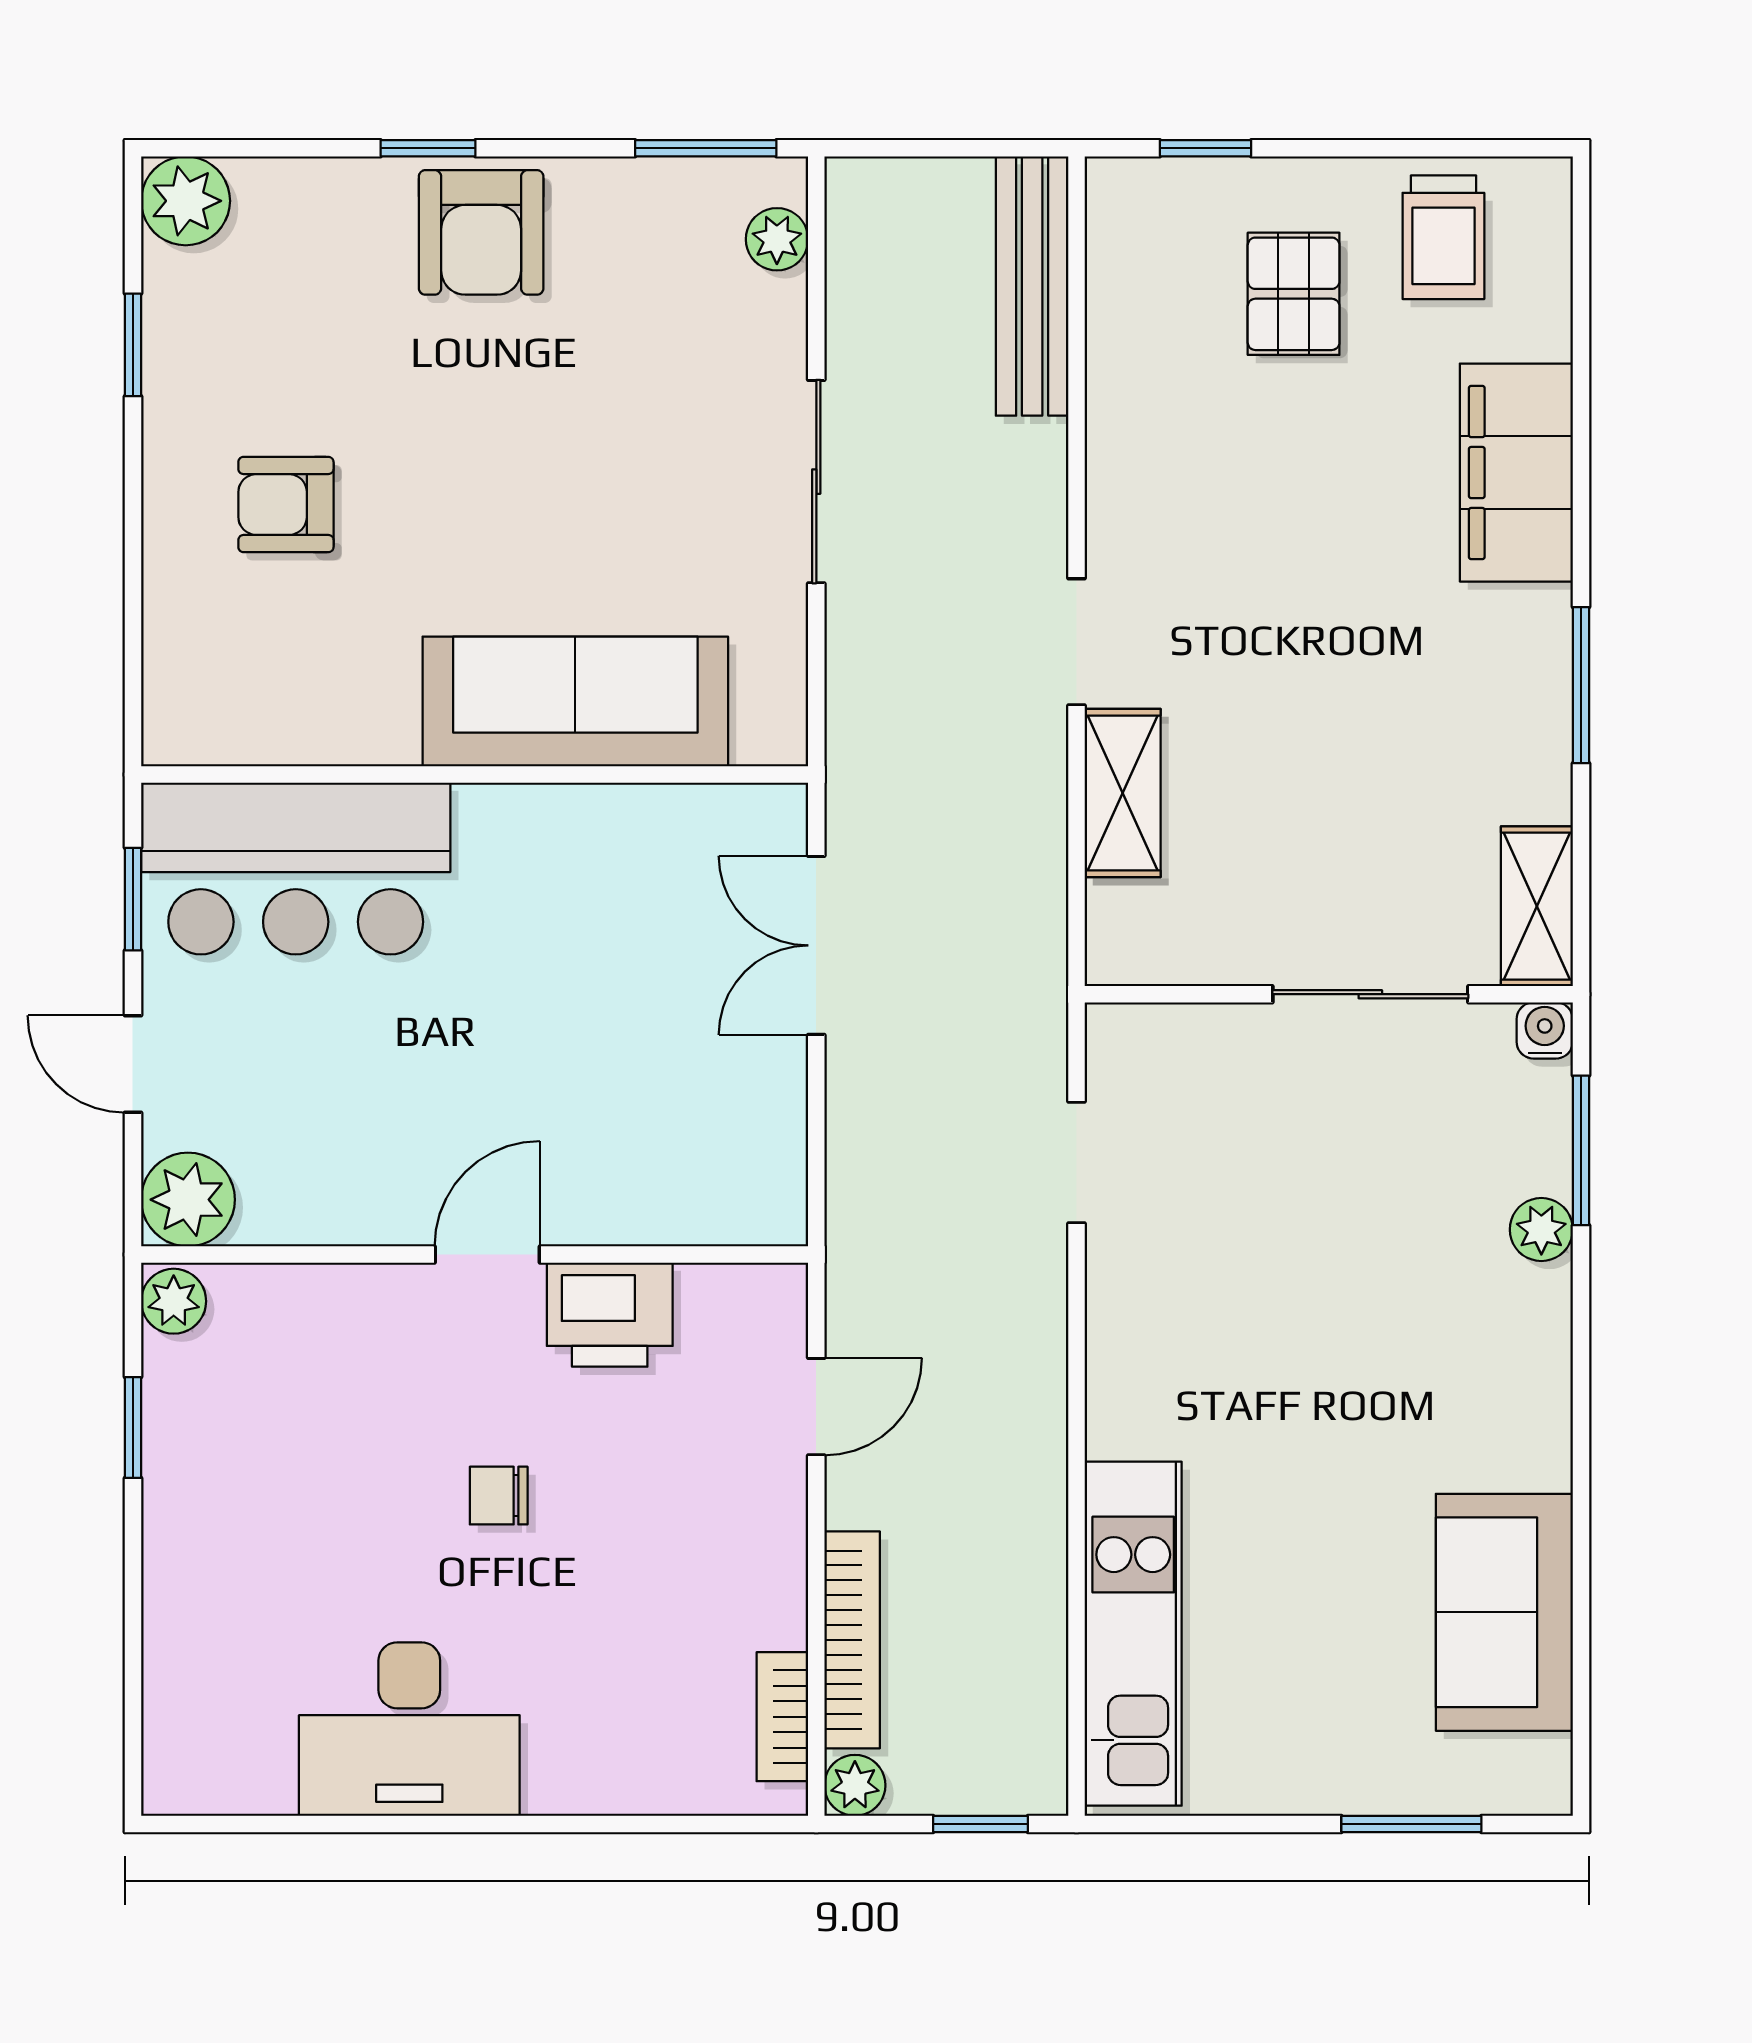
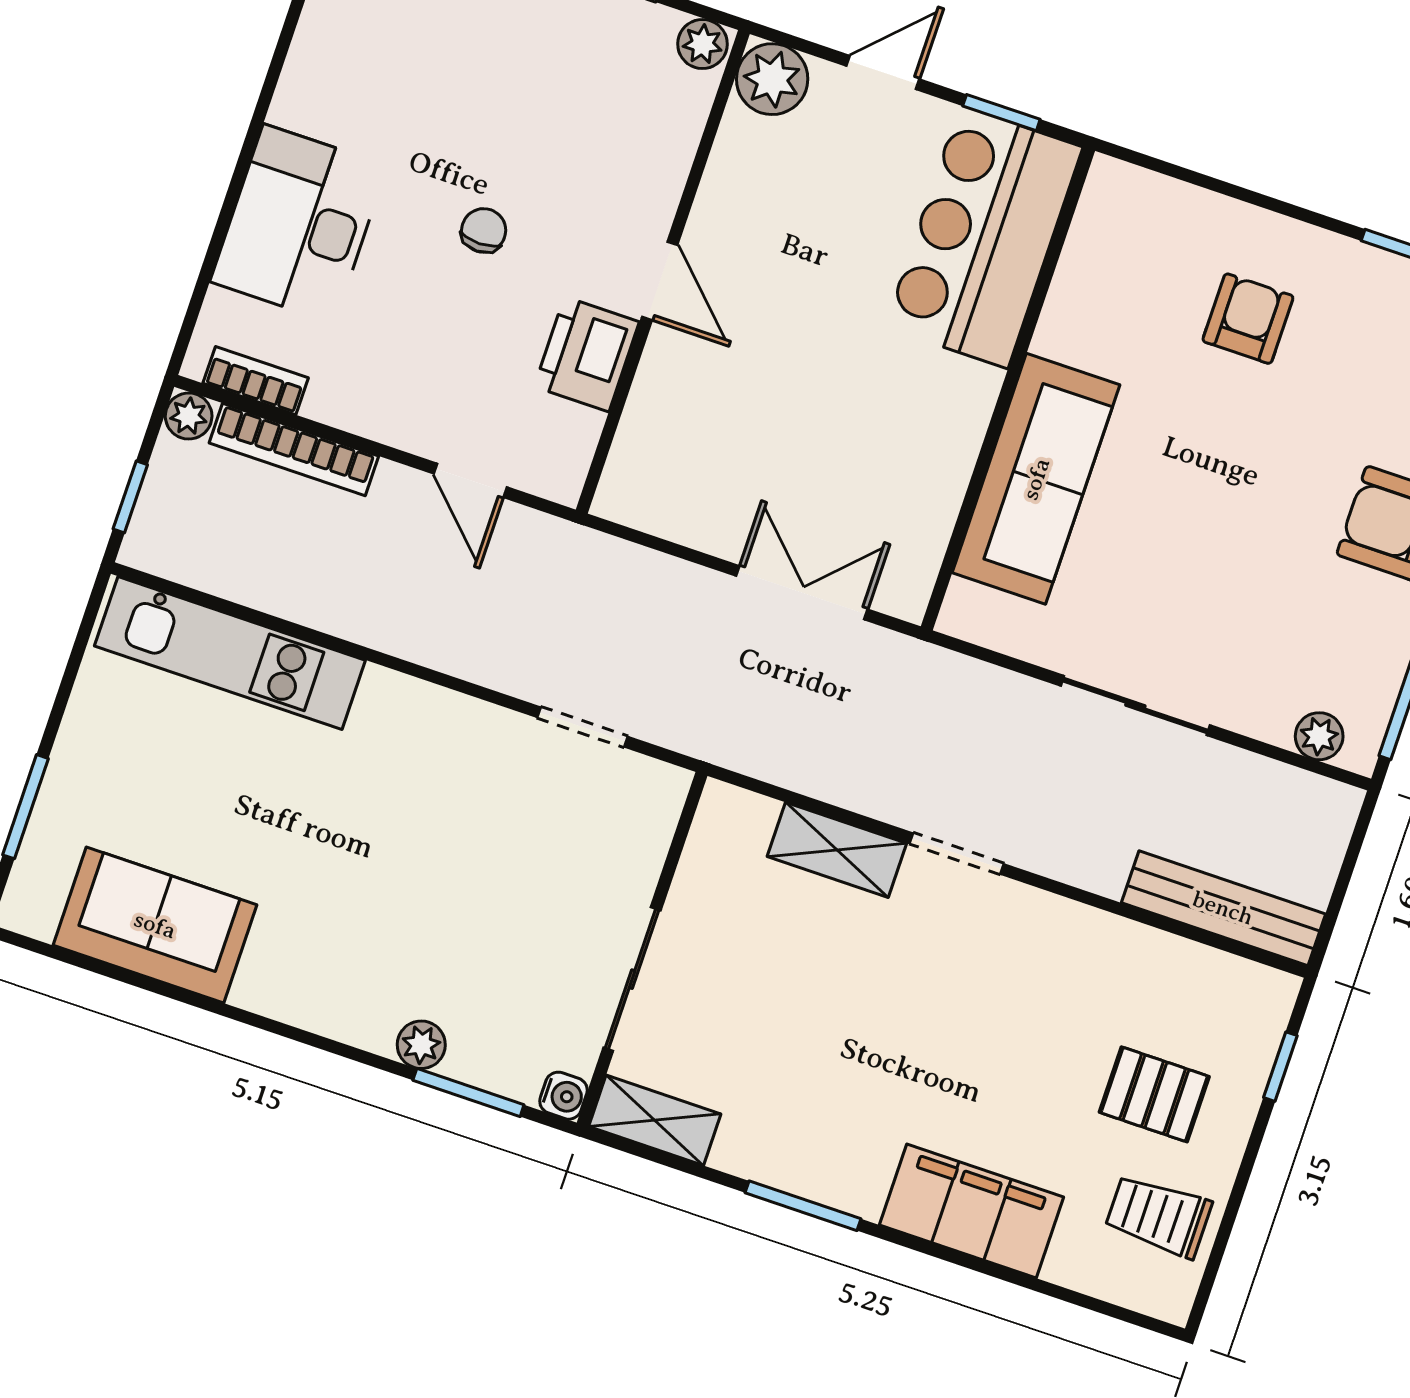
desk: (409, 1729) -> (299, 224), moved

